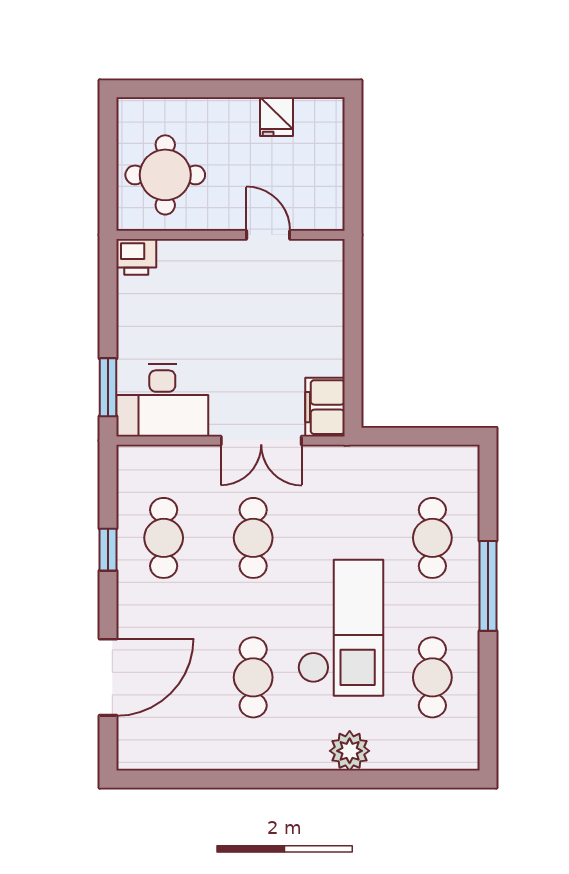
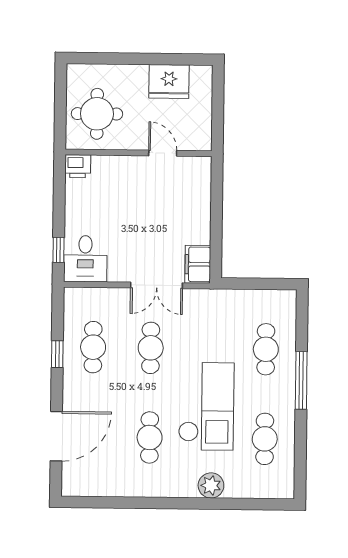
fridge: (277, 117) -> (169, 81), width x1.88, depth x1.34
window: (108, 387) -> (59, 250), width x0.67
desk: (162, 401) -> (85, 259), width x0.73

